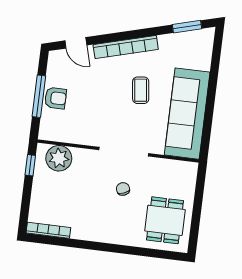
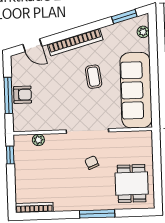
plant: (206, 48) -> (143, 32), added
plant: (59, 158) -> (38, 140), width x0.53, depth x0.53
window: (120, 249) -> (97, 214), added

